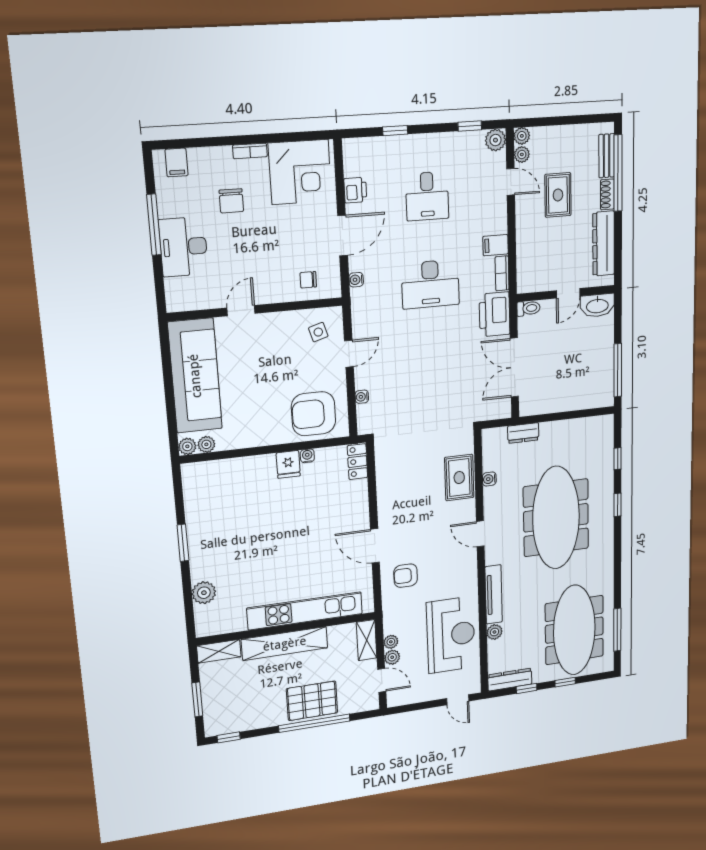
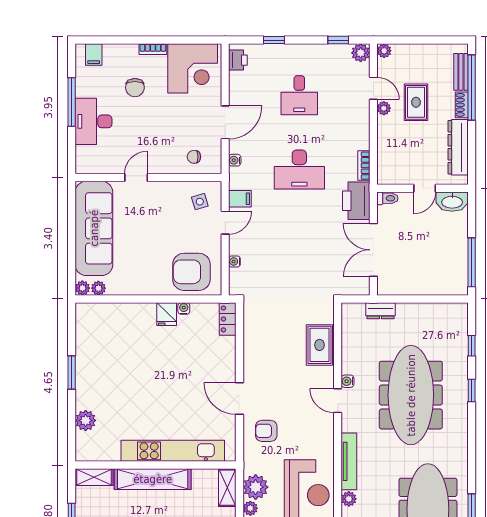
plant: (522, 154) -> (384, 108), moved
printer: (355, 190) -> (238, 60), moved
filing cabinet: (496, 245) -> (240, 199), moved, turned 180
water cooler: (489, 479) -> (348, 381), moved
plant: (391, 642) -> (256, 487), width x1.88, depth x1.88

